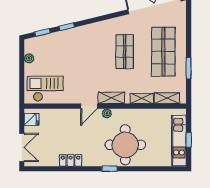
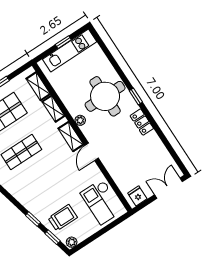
trolley: (53, 50) -> (63, 218), added
plant: (29, 58) -> (72, 242), moved
door: (89, 106) -> (92, 152), swing flipped
plant: (107, 113) -> (80, 120), moved
locker: (71, 160) -> (142, 122), moved

